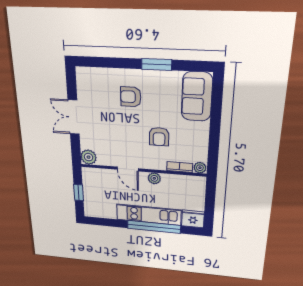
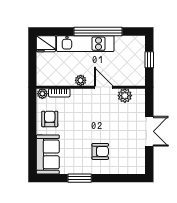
armchair: (159, 137) -> (50, 119), moved
plant: (89, 157) -> (125, 96), moved
window: (154, 227) -> (98, 31), moved

